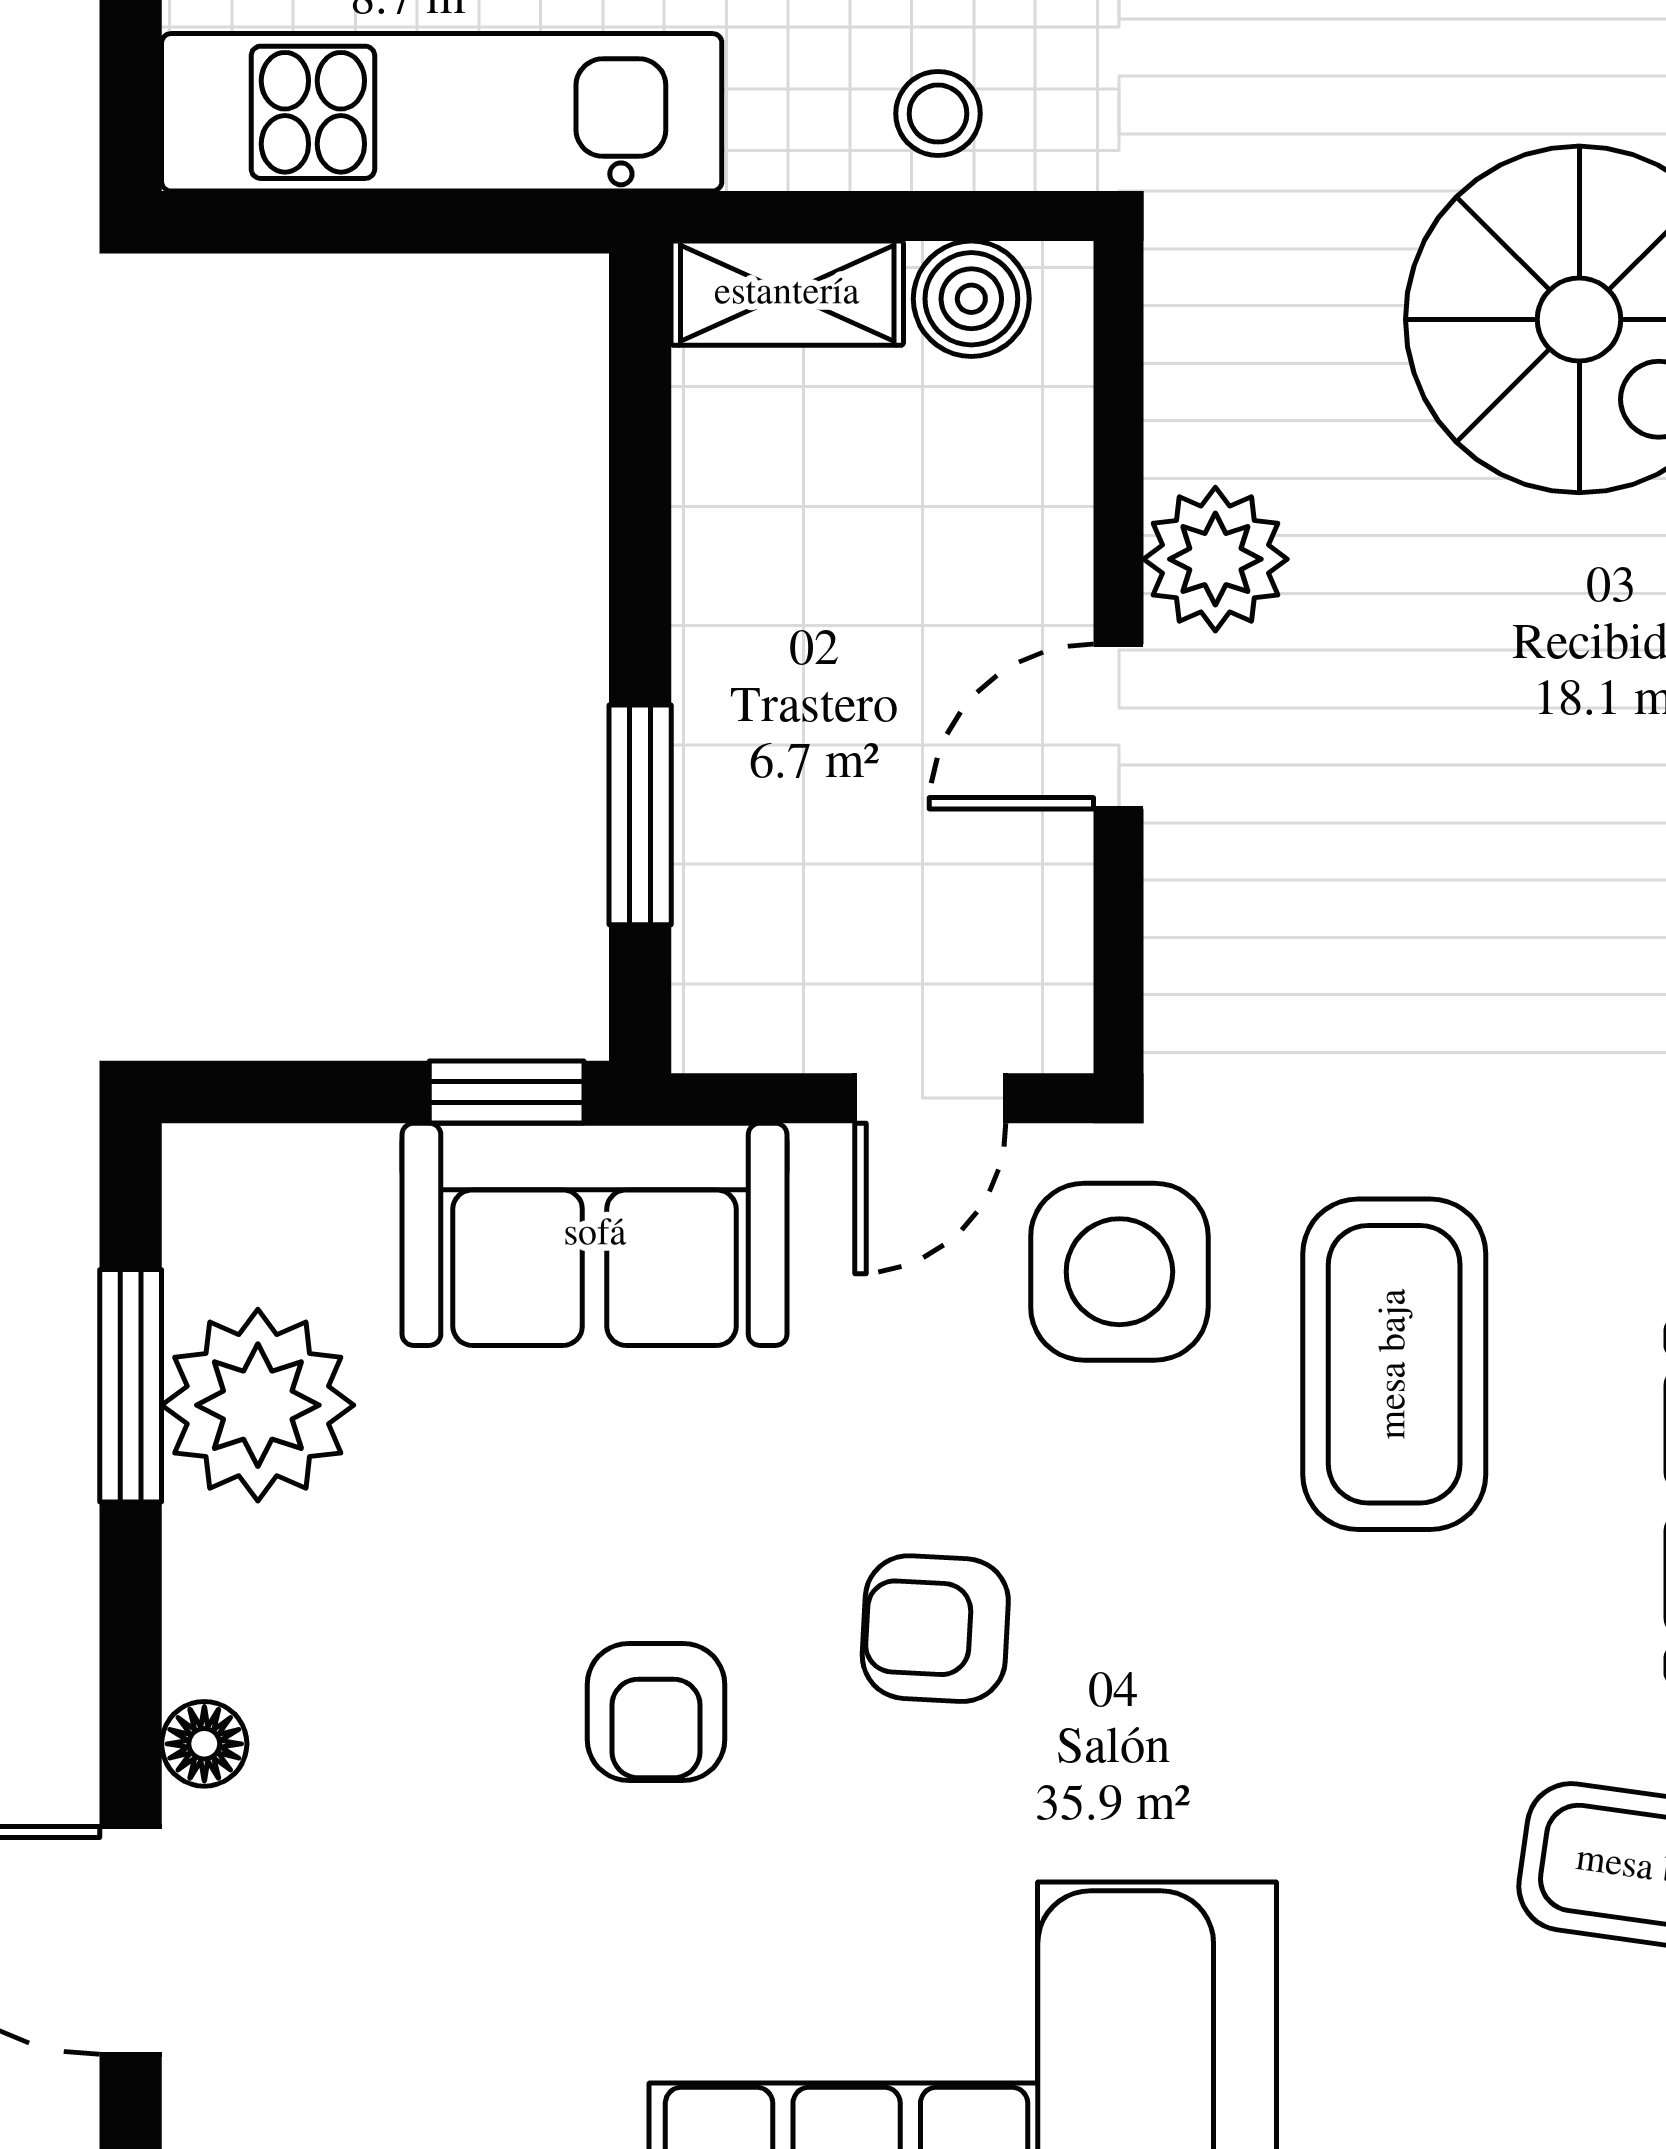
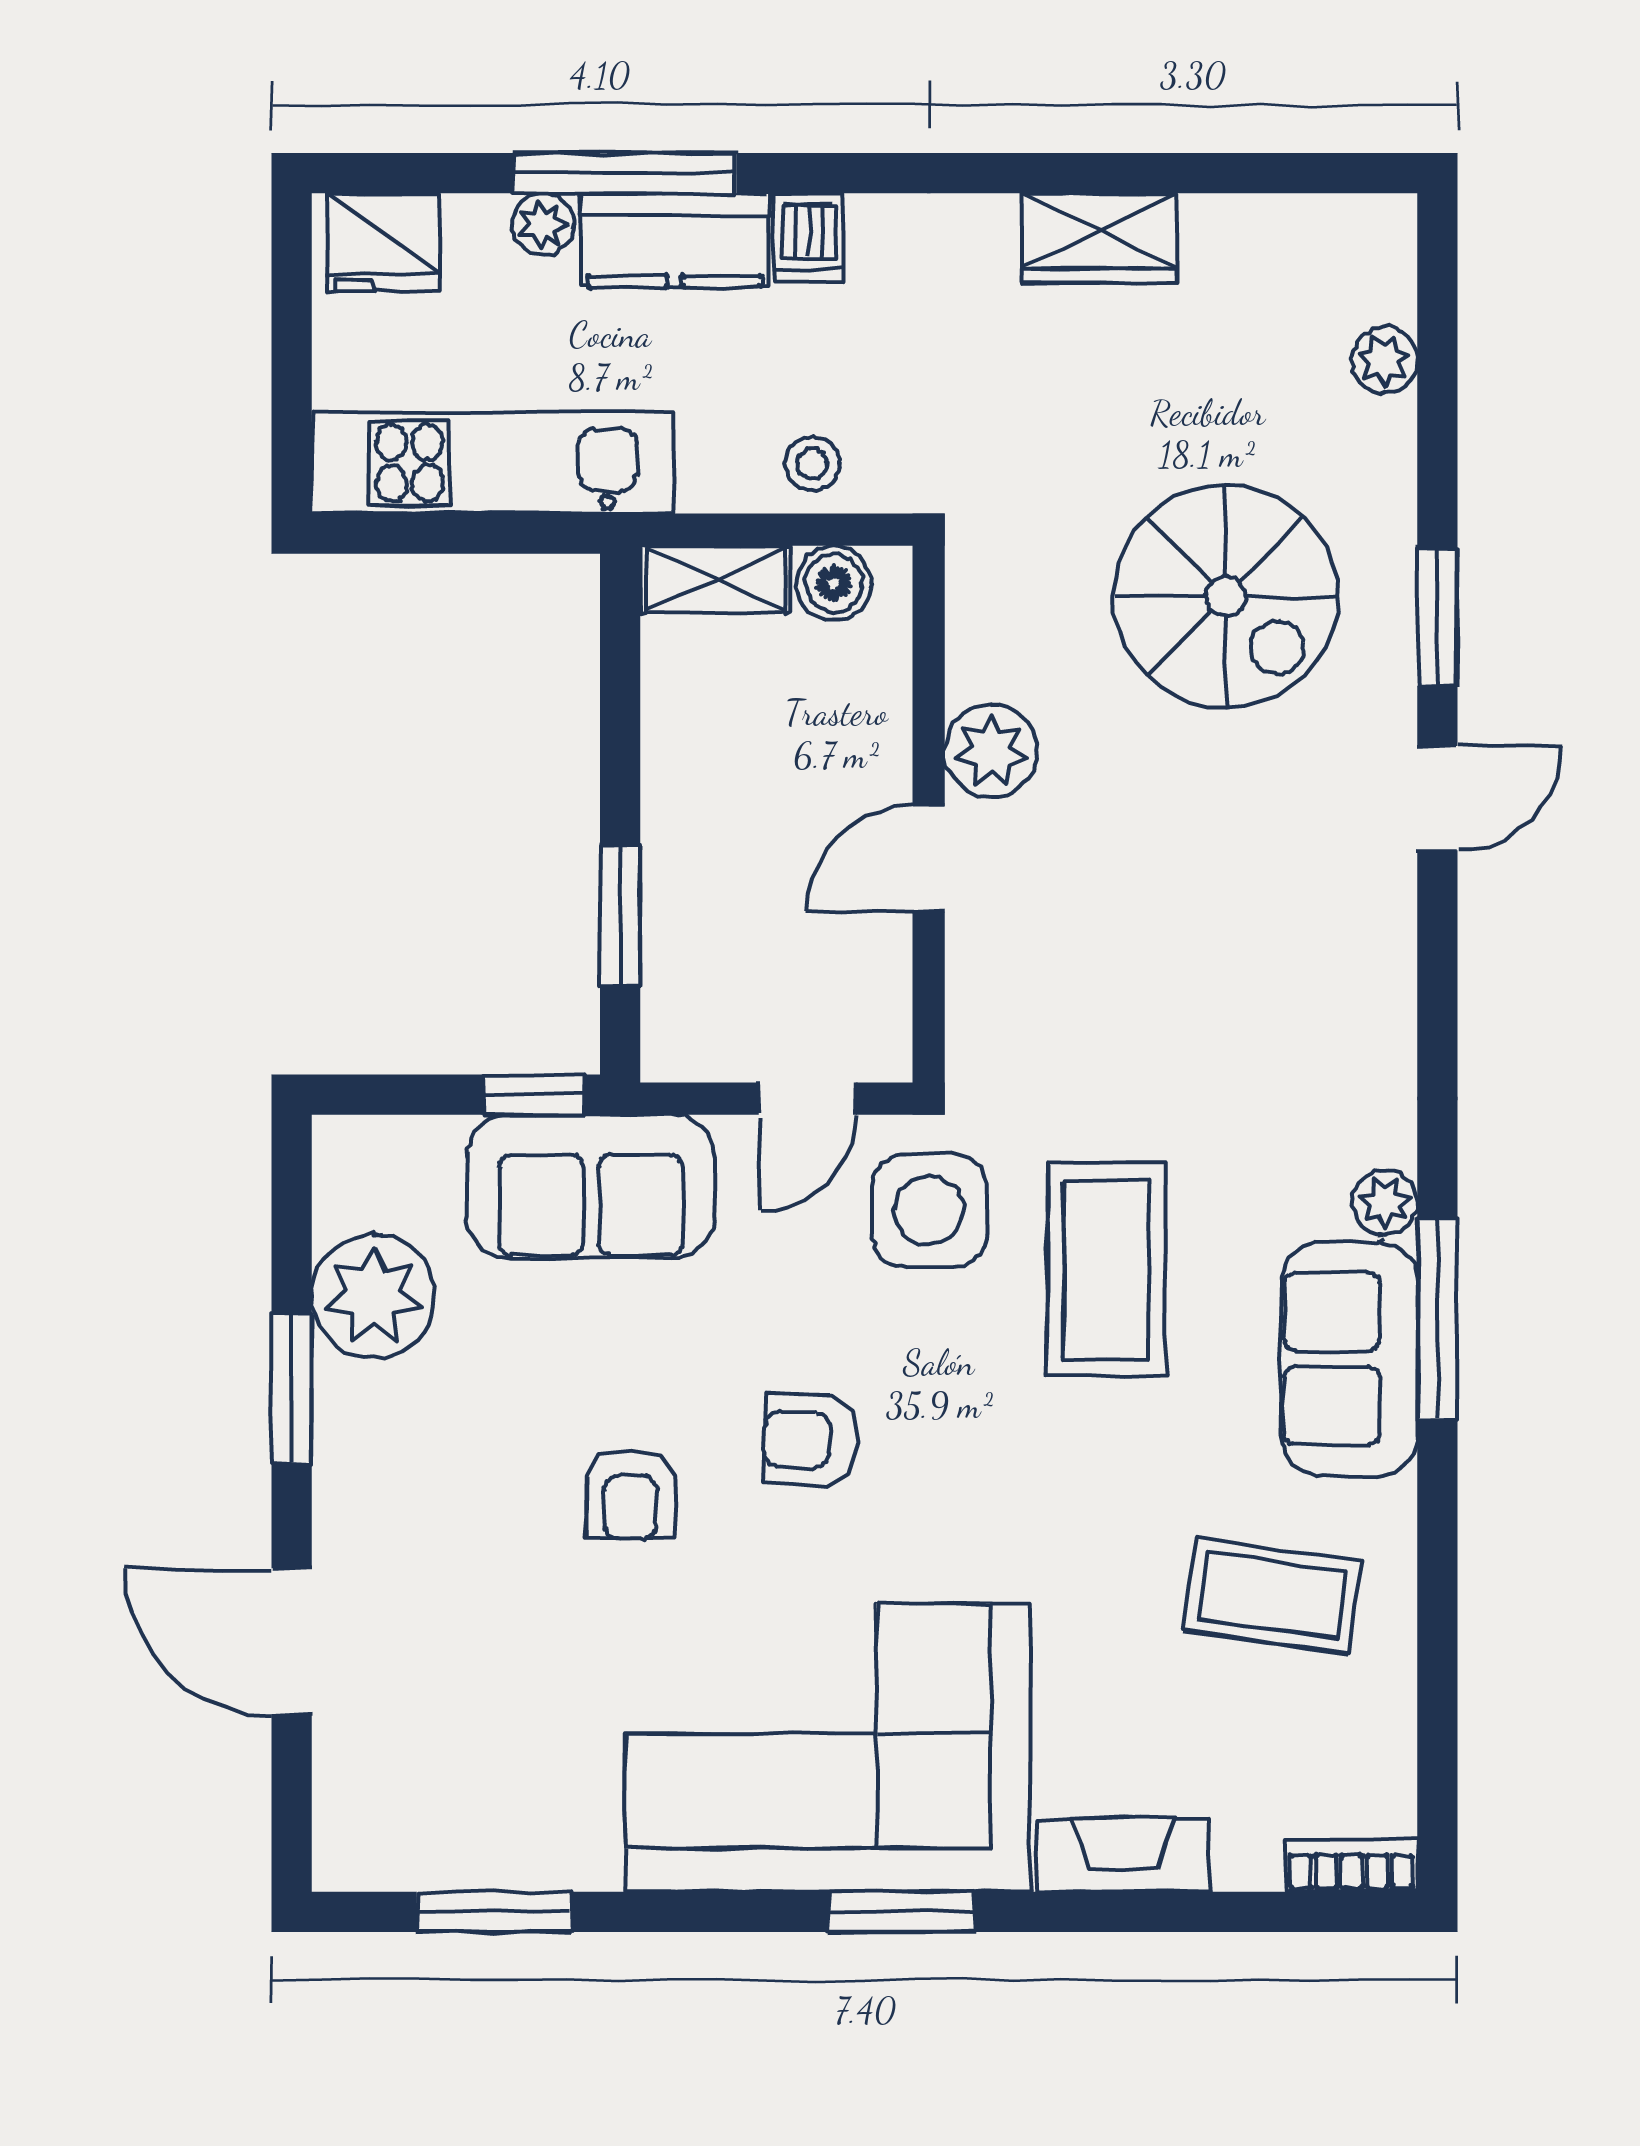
window: (131, 1386) -> (292, 1389), moved
floor lamp: (204, 1744) -> (339, 1515), removed

